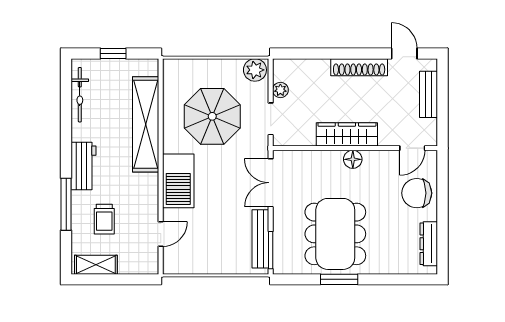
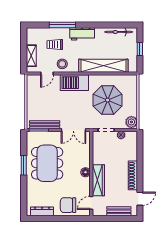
wardrobe: (347, 134) -> (98, 180), moved
door: (412, 148) -> (91, 203), hinge flipped
double door: (271, 183) -> (73, 130), swing flipped
chair: (417, 193) -> (68, 205), turned -90
stool: (142, 205) -> (62, 64), added
door: (161, 234) -> (47, 74), hinge flipped
dining table: (335, 234) -> (47, 163), turned 90
shelving: (96, 265) -> (31, 56), moved

